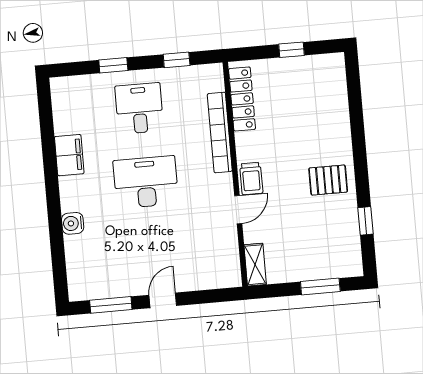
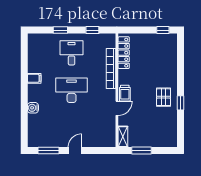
window: (291, 50) -> (163, 30), moved
filing cabinet: (69, 155) -> (34, 78), width x0.50
pallet: (328, 180) -> (163, 97), turned 90
window: (366, 221) -> (180, 103), moved
window: (320, 287) -> (142, 151), moved

